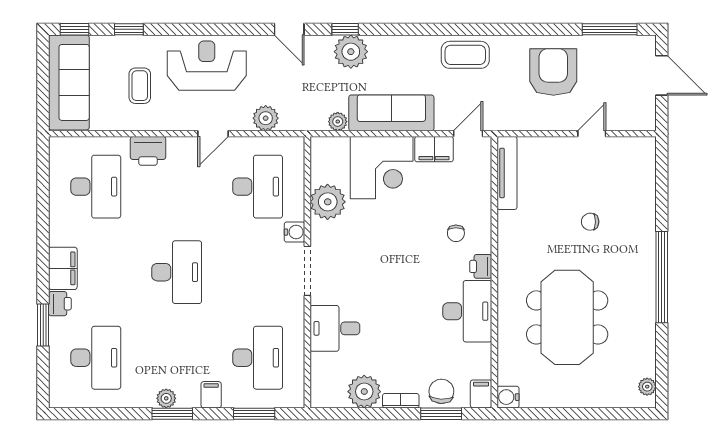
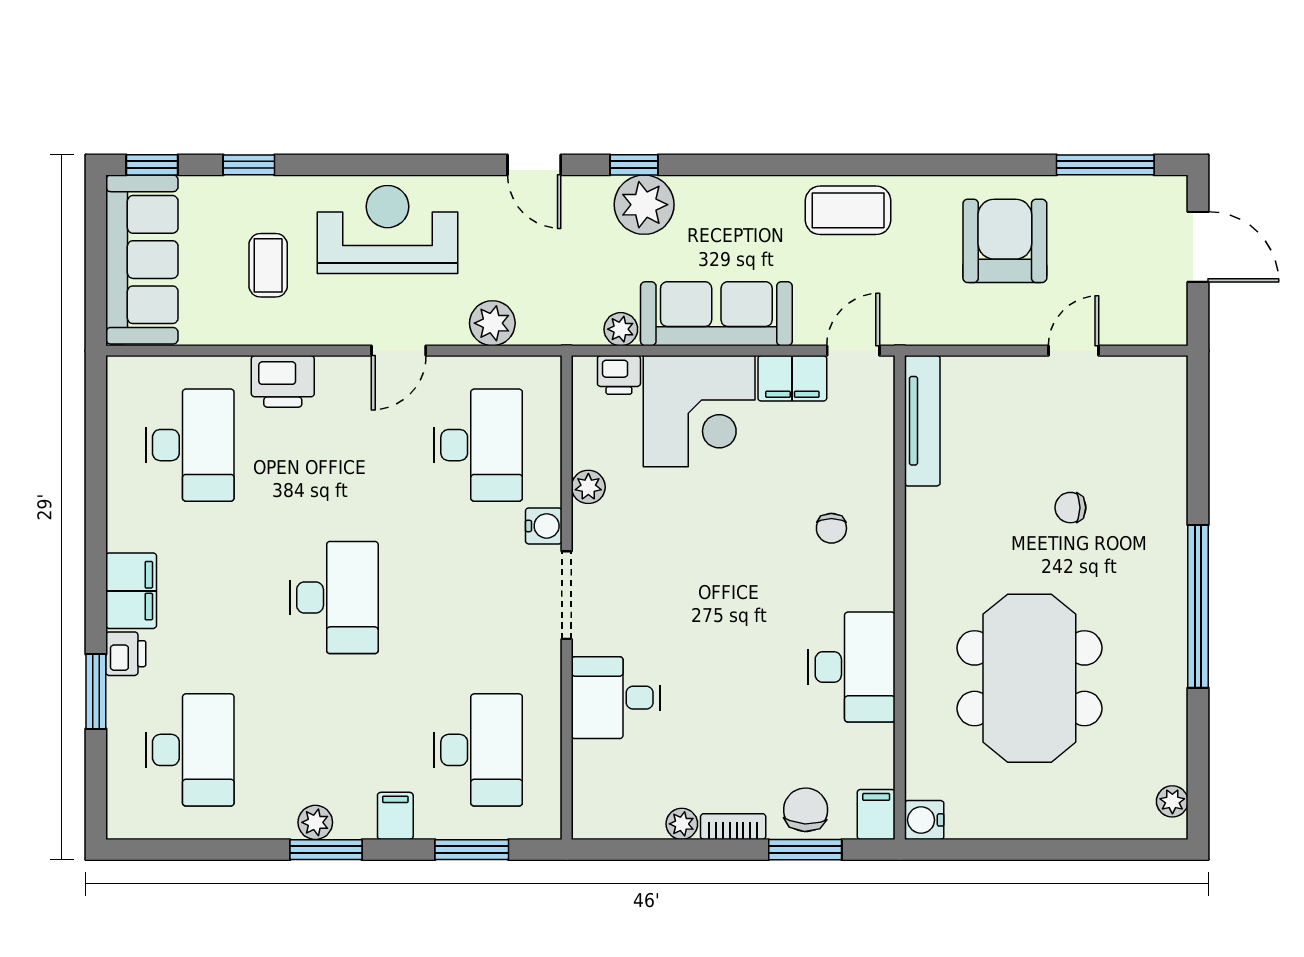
plant: (328, 202) -> (588, 487), width x0.53, depth x0.53
printer: (481, 266) -> (619, 375), moved, turned -90
plant: (364, 392) -> (682, 824), width x0.53, depth x0.53

